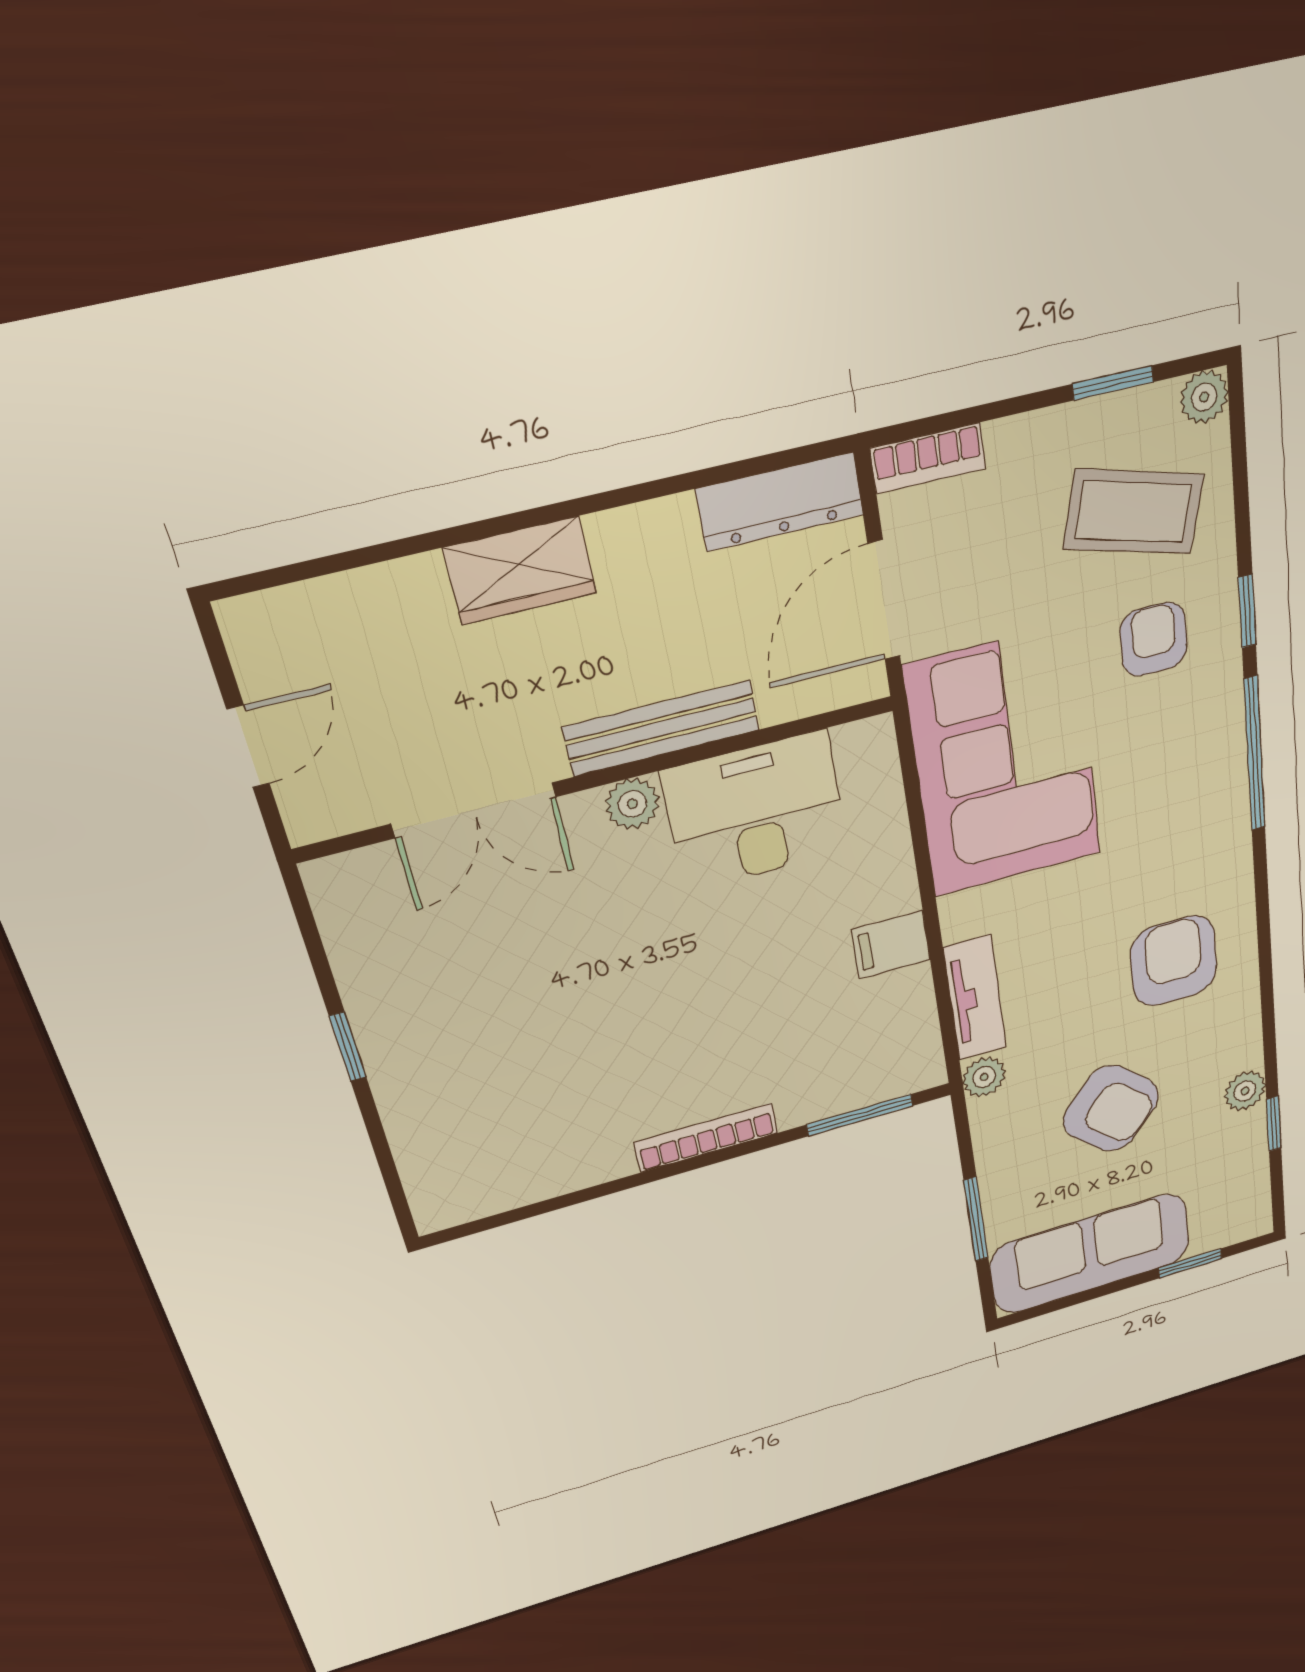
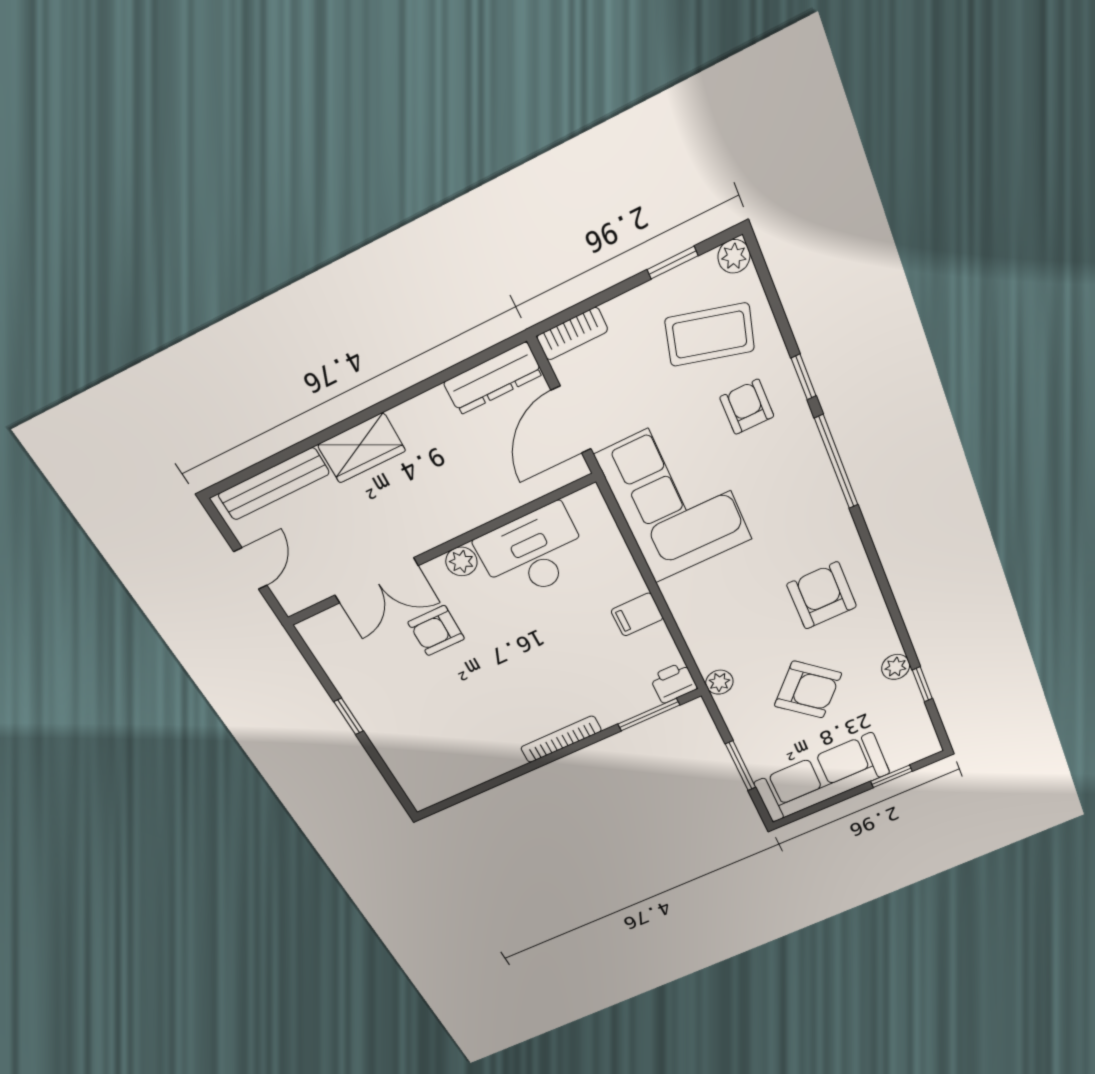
bench: (662, 728) -> (274, 484), moved
armchair: (552, 917) -> (436, 631), added
tv unit: (975, 998) -> (699, 637), removed
printer: (914, 1067) -> (673, 683), added

